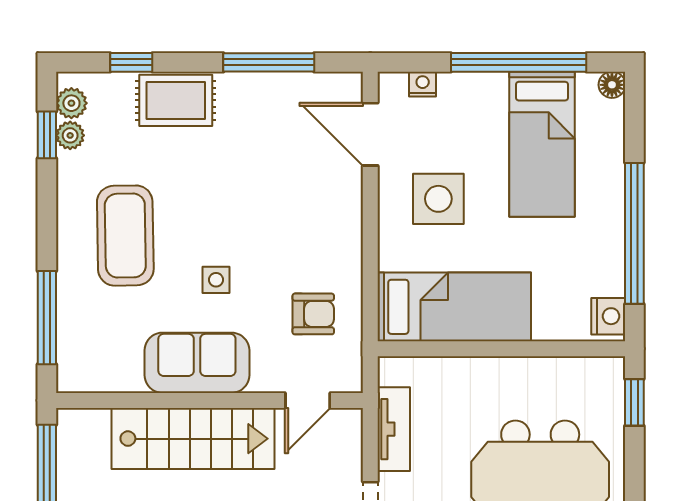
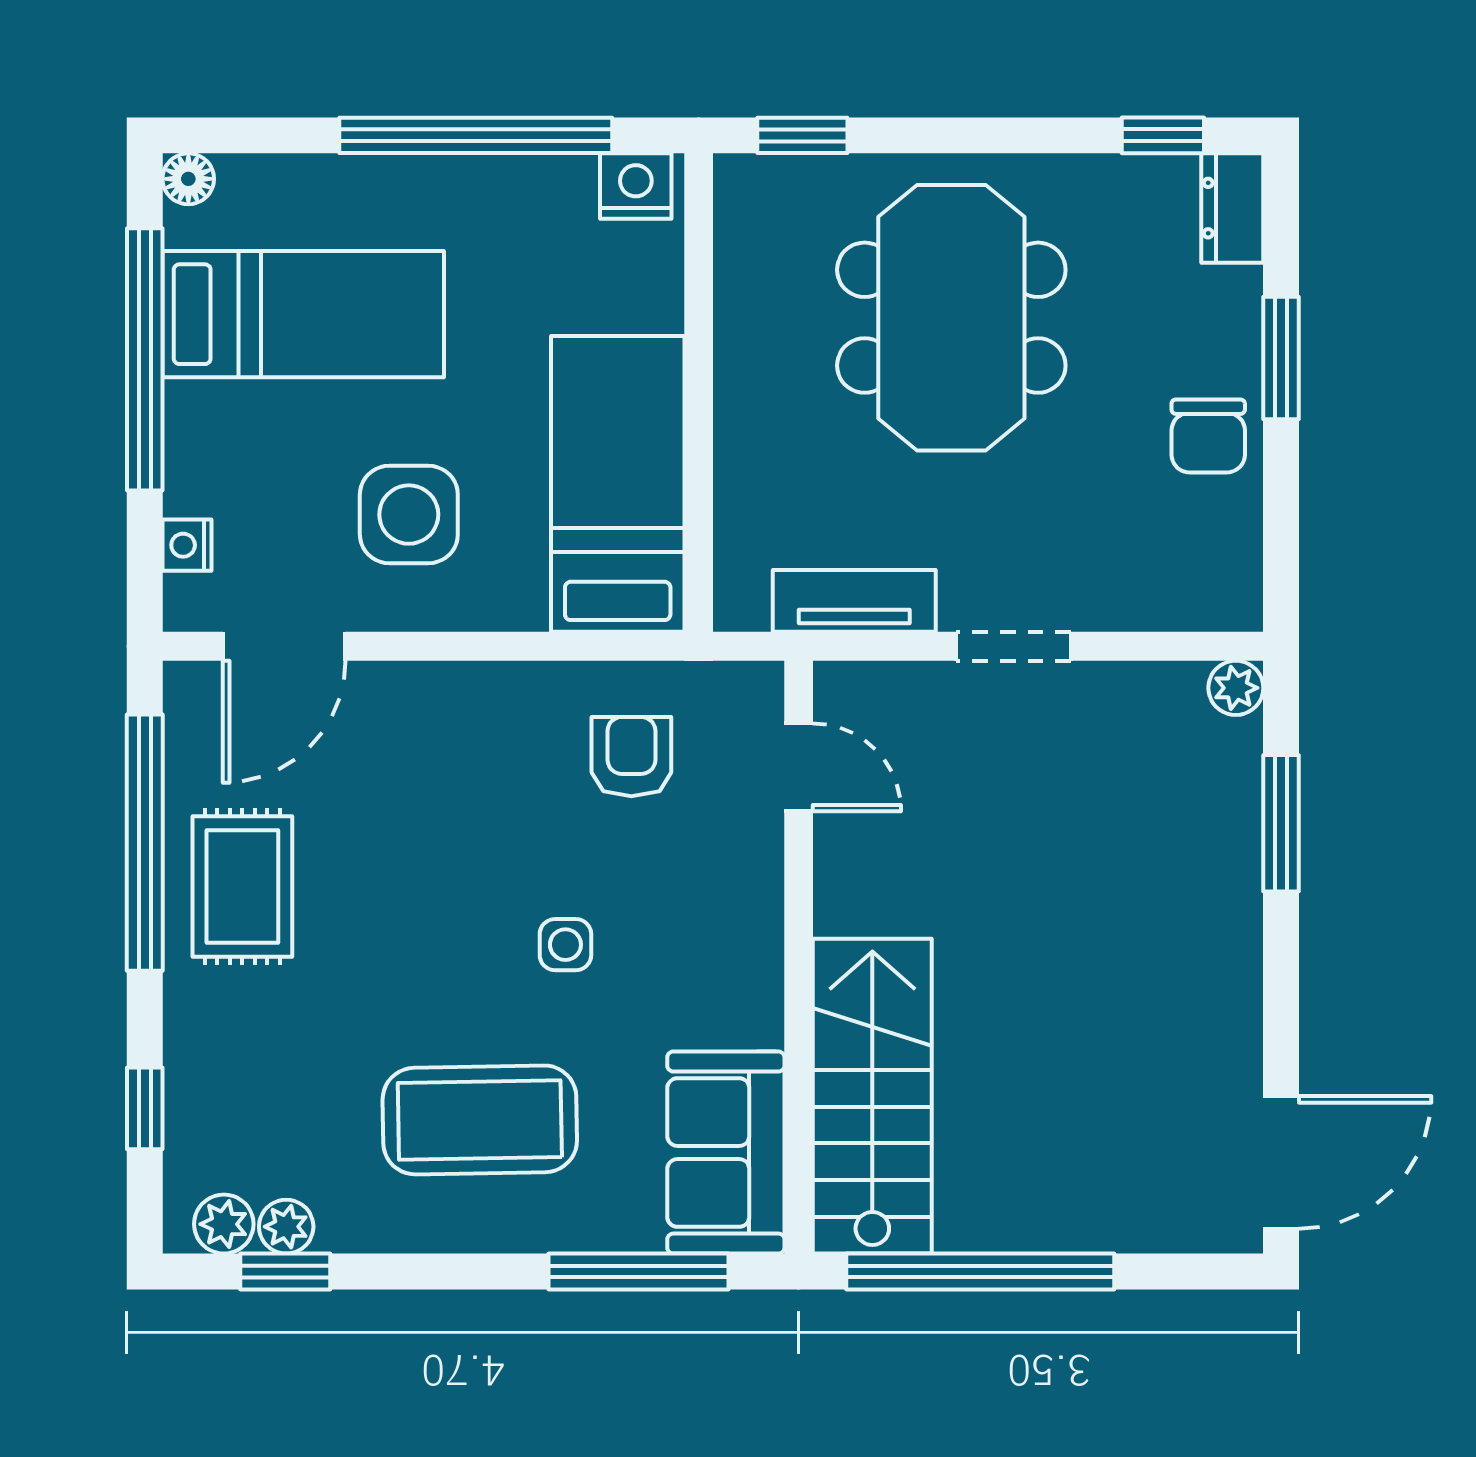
window: (269, 62) -> (145, 843), width x1.46
rug: (176, 100) -> (242, 886), moved
sofa: (197, 363) -> (726, 1153), moved
stairs: (193, 439) -> (872, 1096), moved

